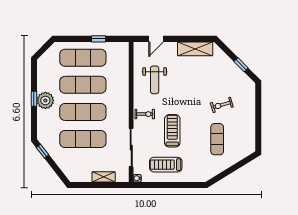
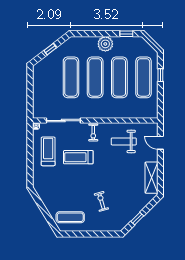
window: (98, 39) -> (160, 75), moved
window: (34, 99) -> (126, 34), moved
treadmill: (172, 131) -> (78, 157), turned 180
exercise mat: (217, 139) -> (70, 217), moved
window: (43, 151) -> (50, 49), moved
shelving: (104, 177) -> (37, 96), removed

